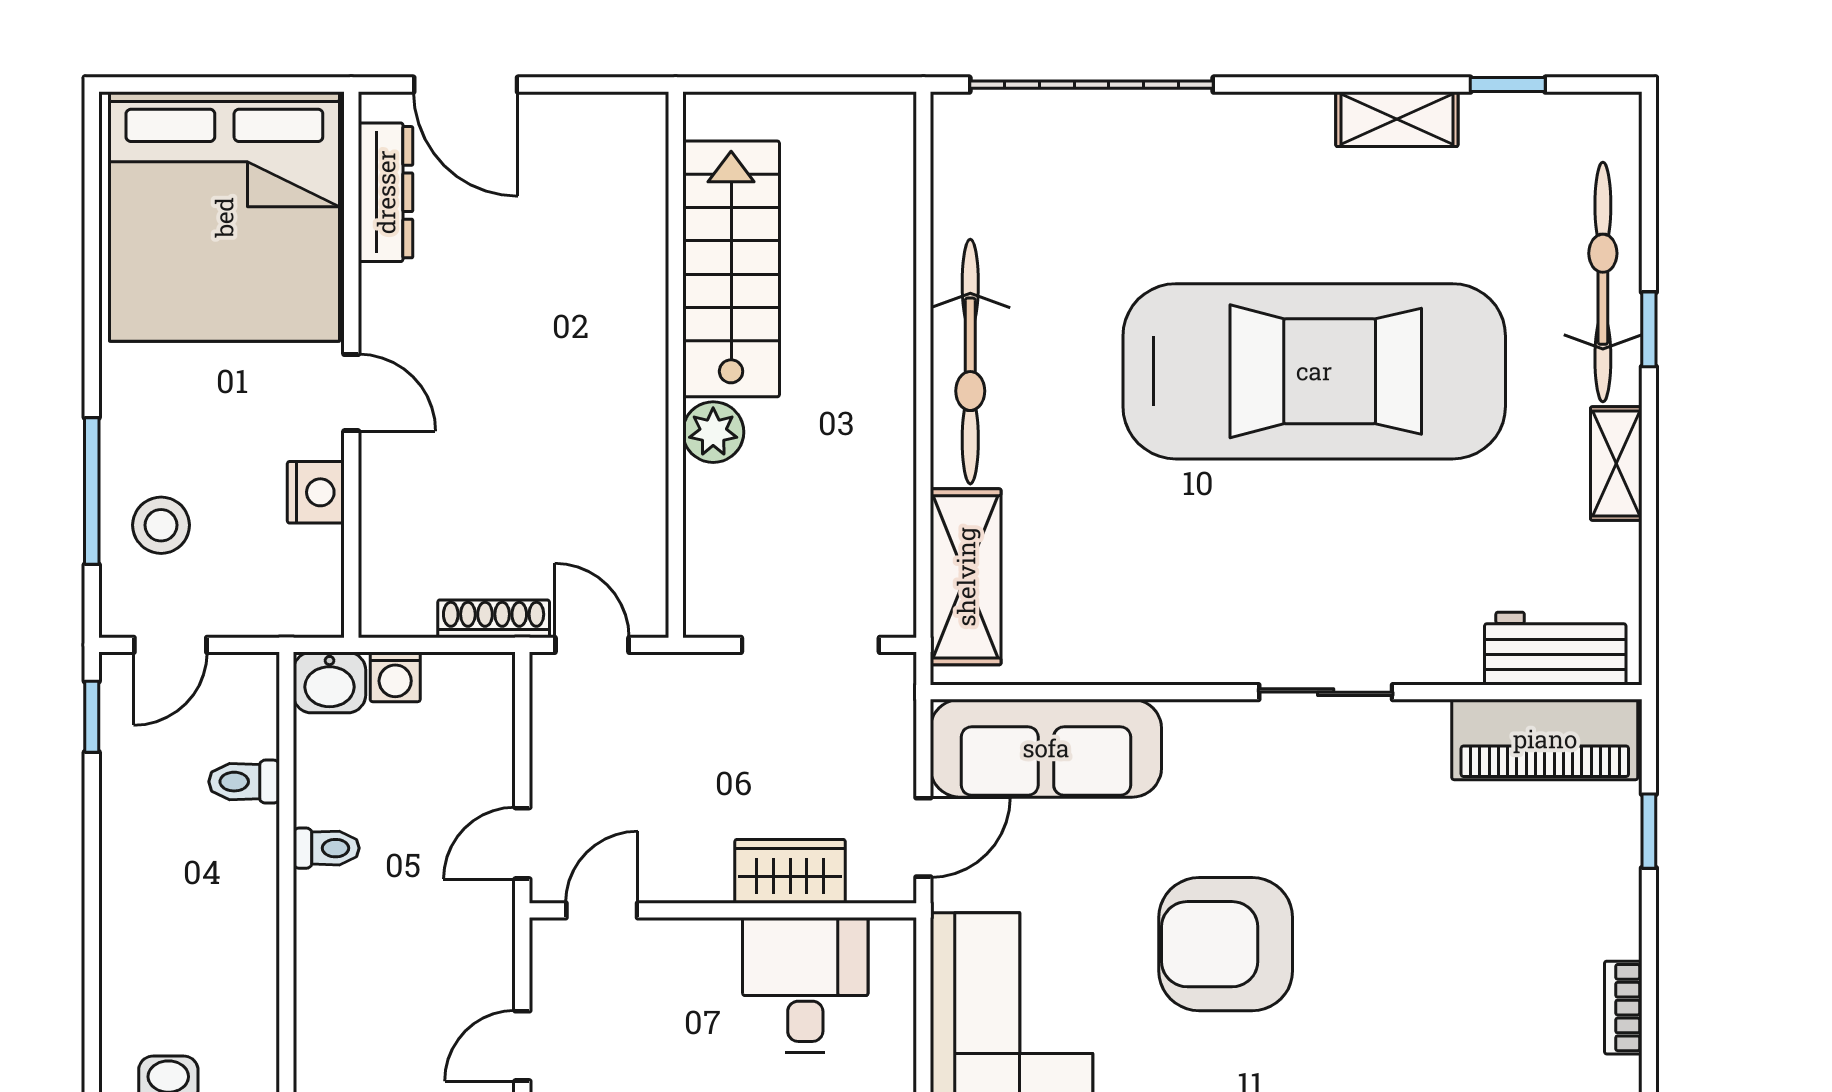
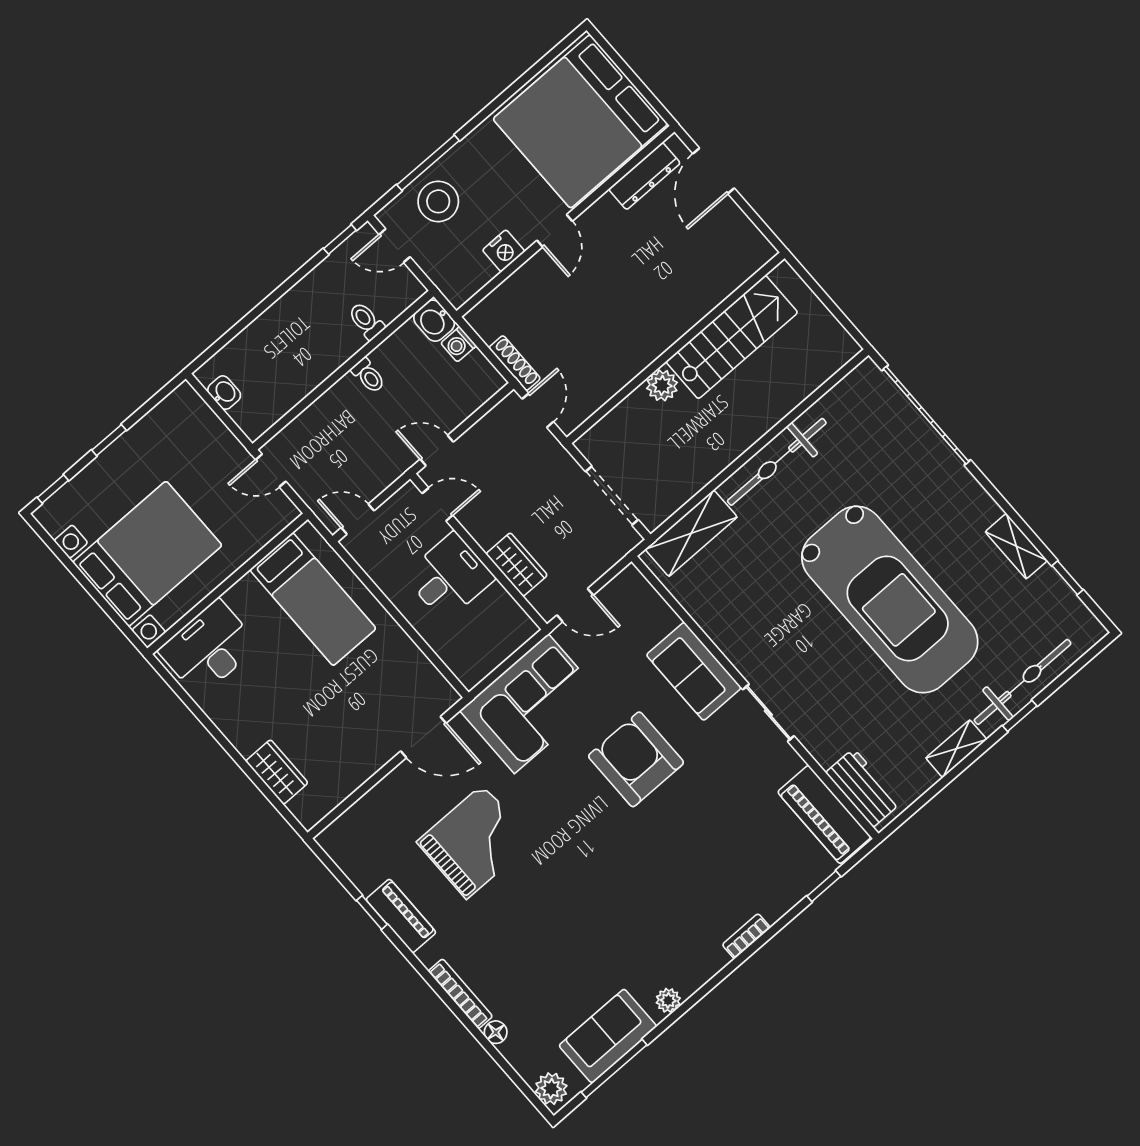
stool: (161, 525) -> (438, 201), width x1.38, depth x1.38
sofa: (1046, 748) -> (694, 671), moved, width x0.73
desk: (805, 985) -> (449, 577), moved

